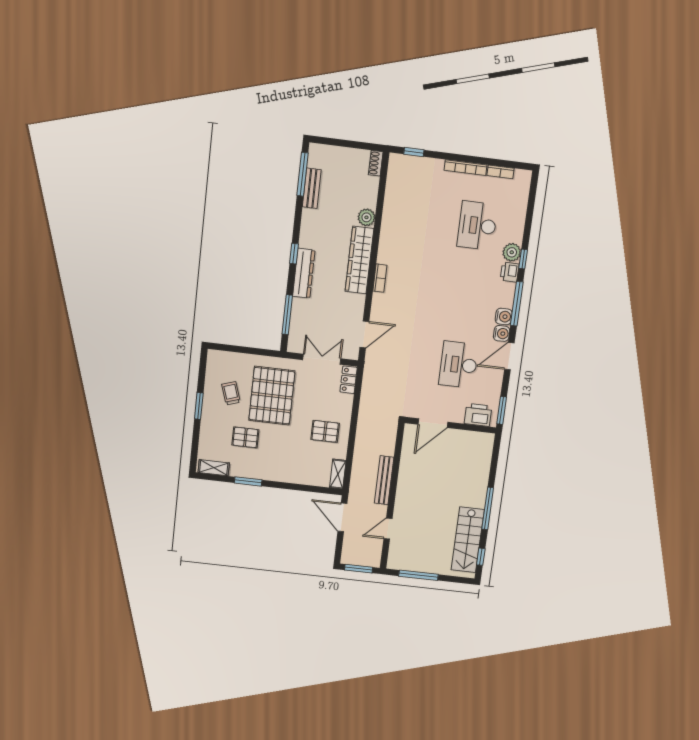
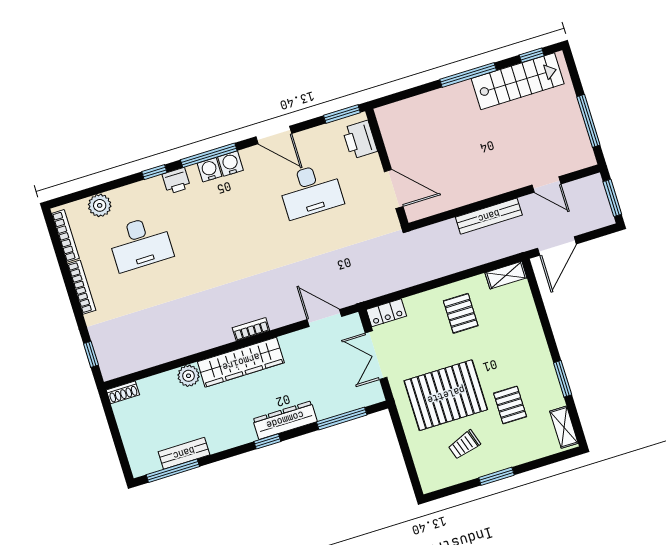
bookcase: (500, 172) -> (65, 236), width x1.56
plant: (512, 252) -> (100, 205), moved
water cooler: (502, 333) -> (210, 170), moved

